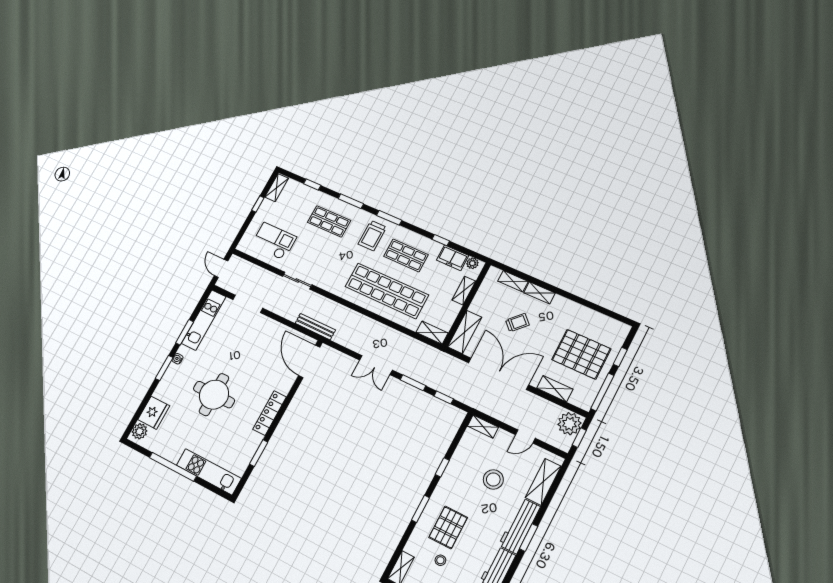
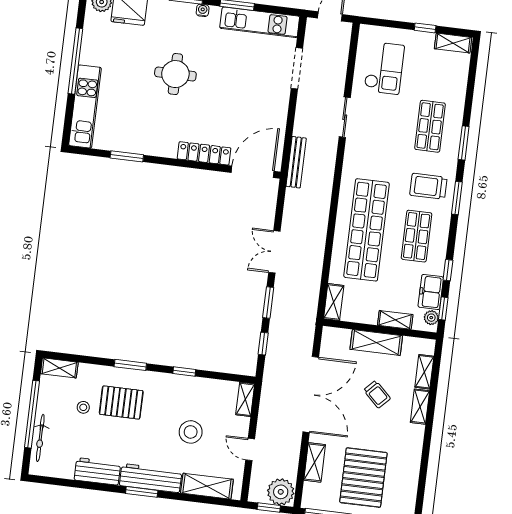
window: (312, 184) -> (443, 308), moved
shelving: (465, 332) -> (376, 343), moved
round table: (214, 395) -> (175, 74), width x0.73, depth x0.73
locker: (270, 413) -> (204, 153), moved

